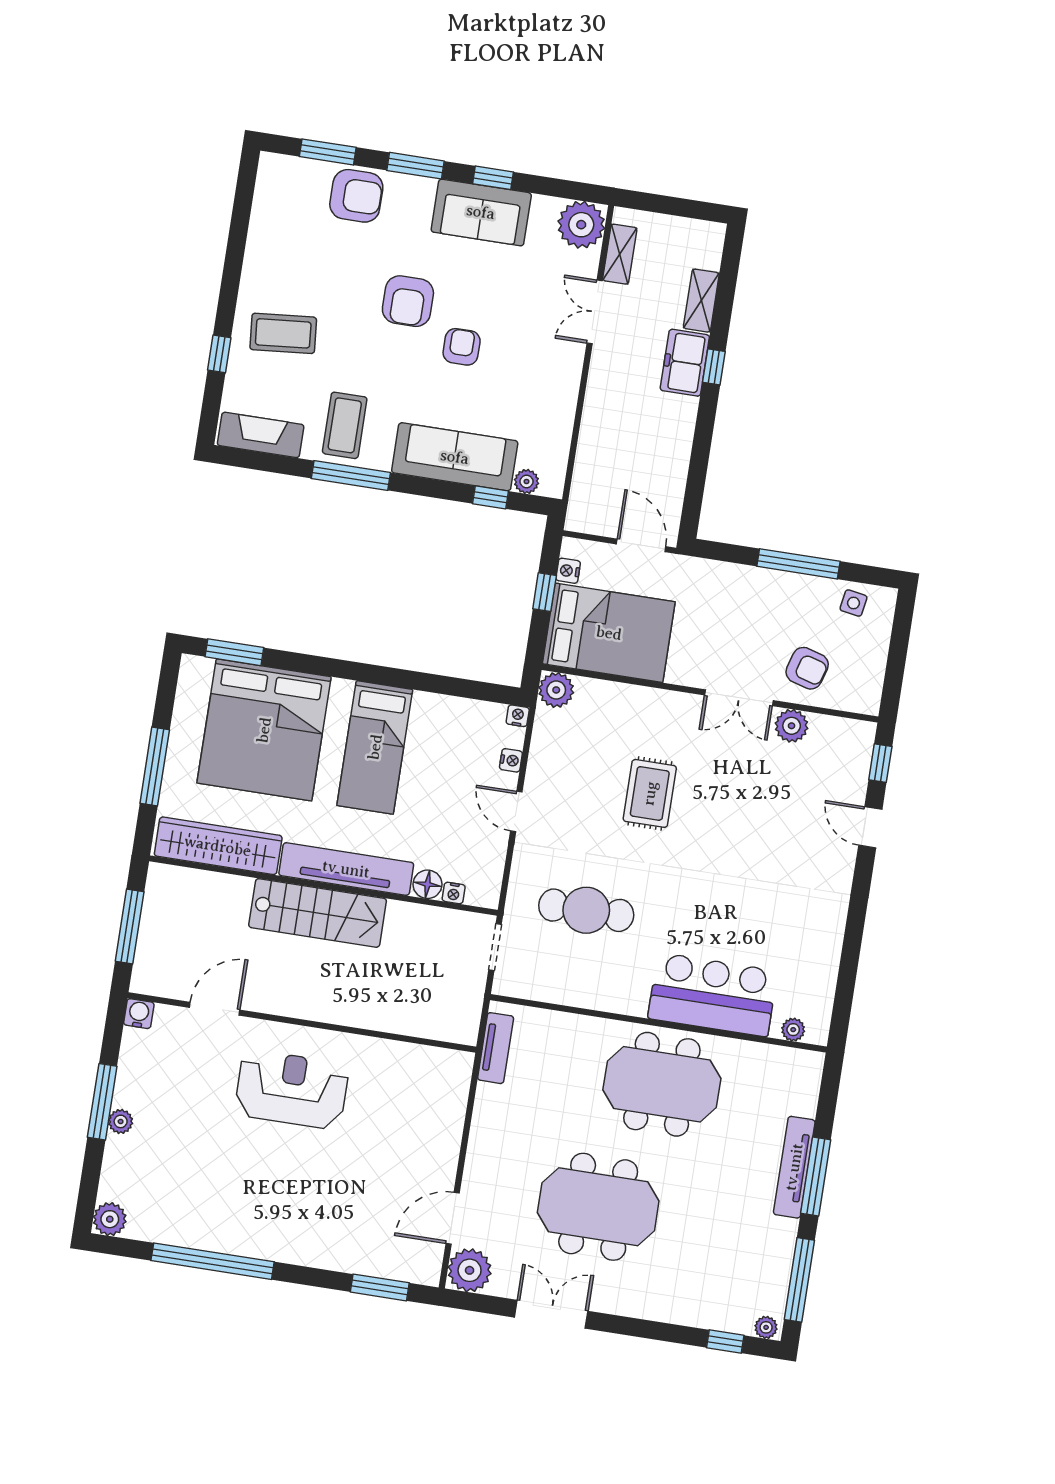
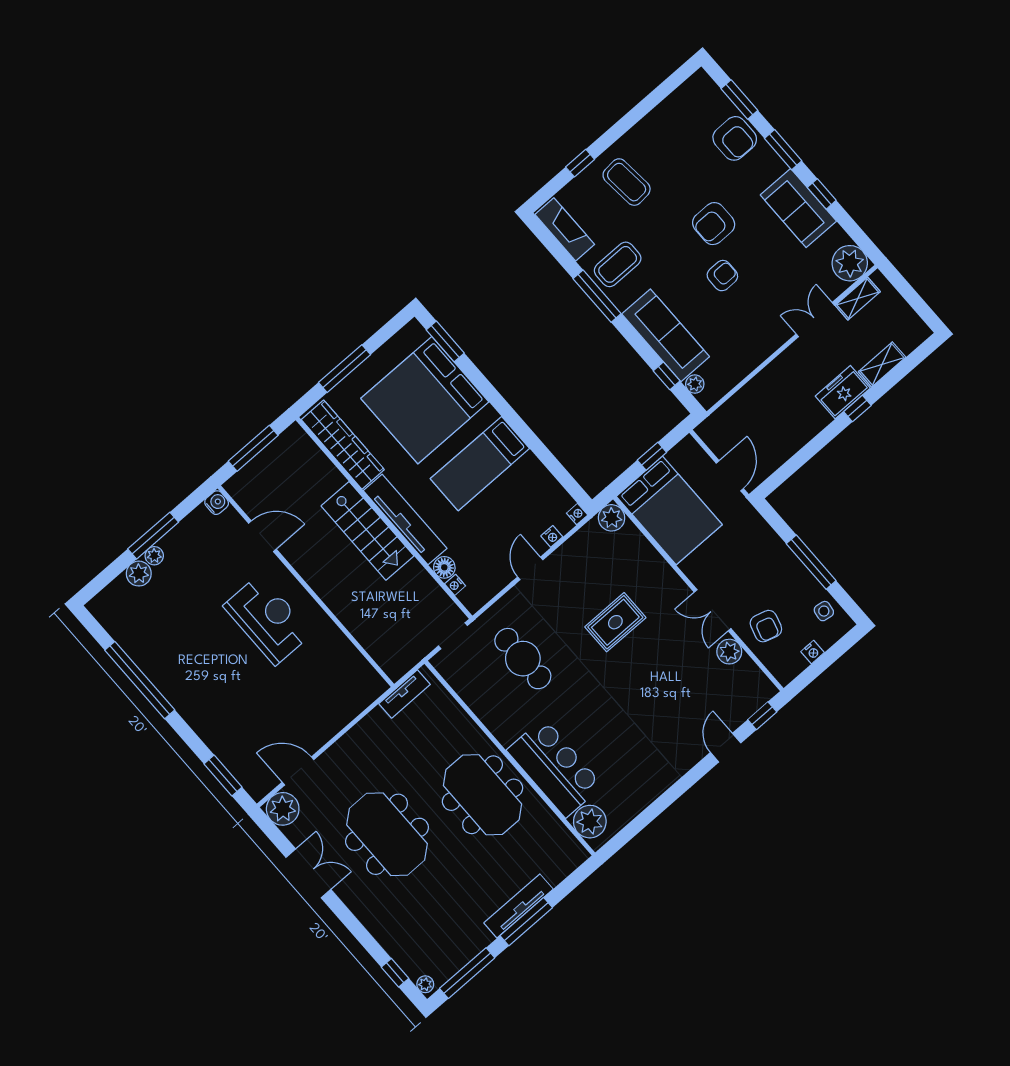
nightstand: (568, 571) -> (813, 652), moved, turned 180
plant: (793, 1030) -> (590, 822), width x1.88, depth x1.88
plant: (110, 1219) -> (139, 574), moved

